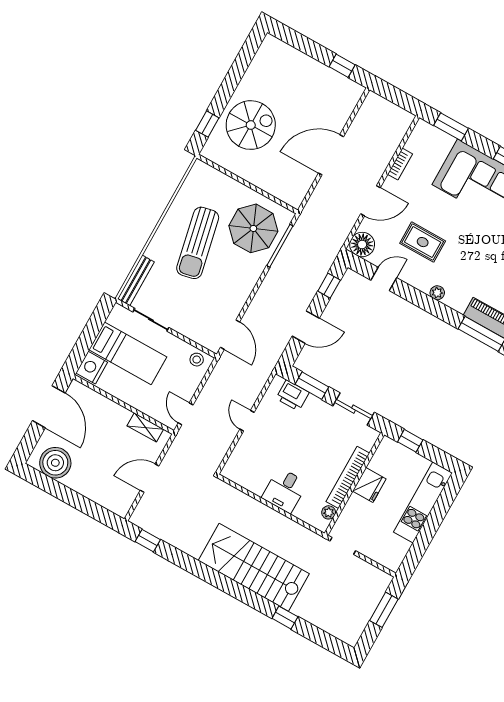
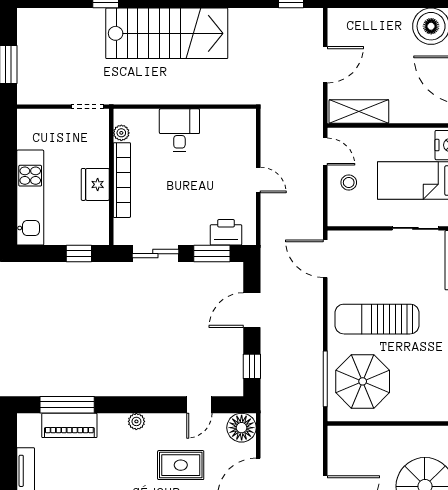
sun lounger: (198, 243) -> (377, 319), moved, turned -78
stool: (197, 360) -> (349, 182), moved
shelving: (145, 427) -> (359, 112), width x1.50, depth x1.33

